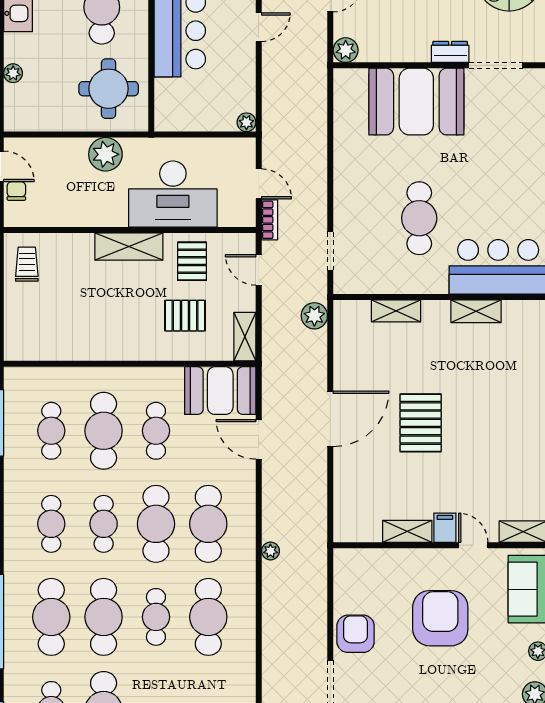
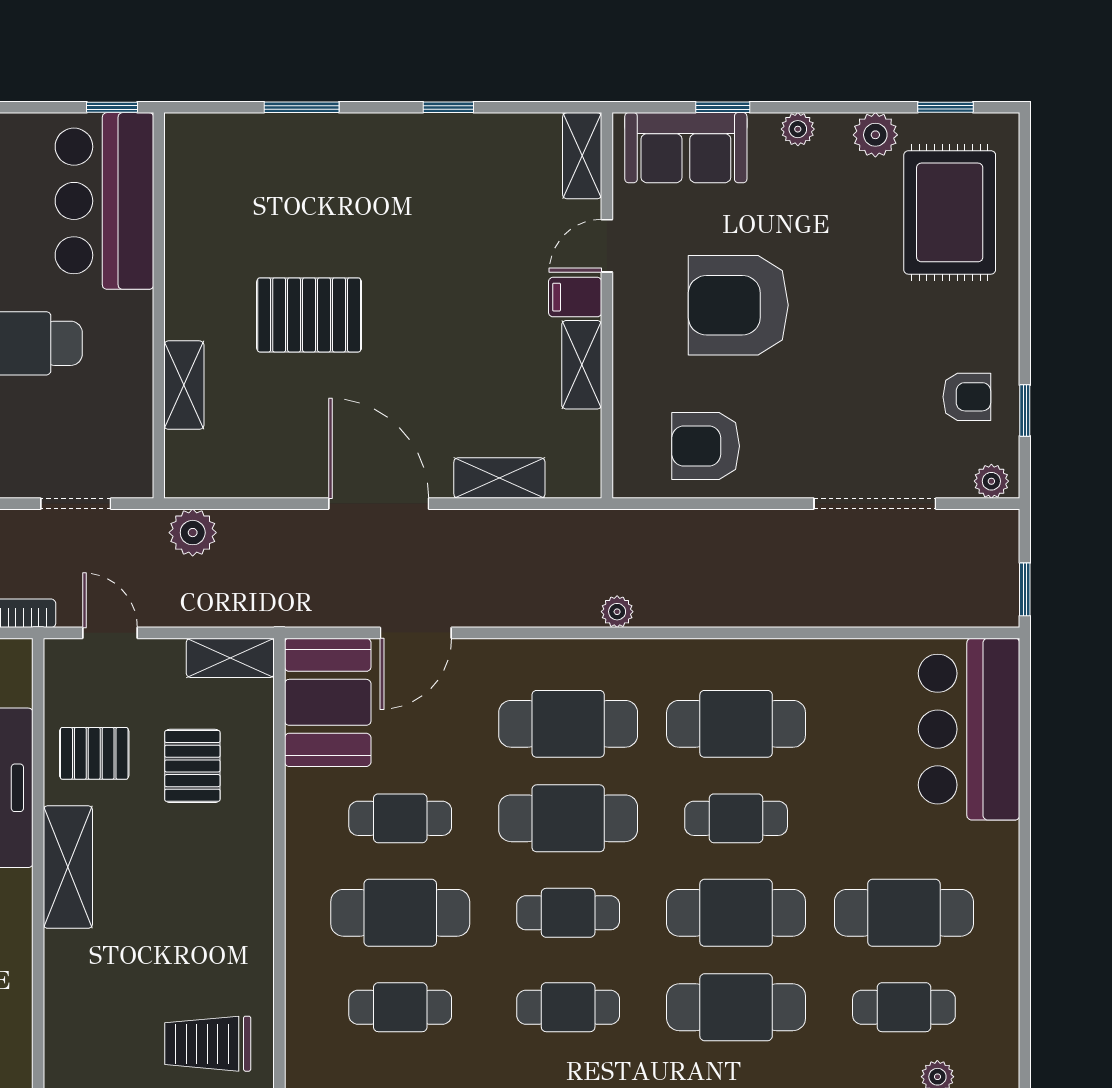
trolley: (27, 264) -> (208, 1044), moved, width x1.36, depth x1.39
door: (259, 270) -> (110, 633), swing flipped
shelving: (476, 311) -> (499, 478), moved, turned 90
pallet: (421, 423) -> (309, 315), moved
armchair: (356, 634) -> (706, 446), moved

